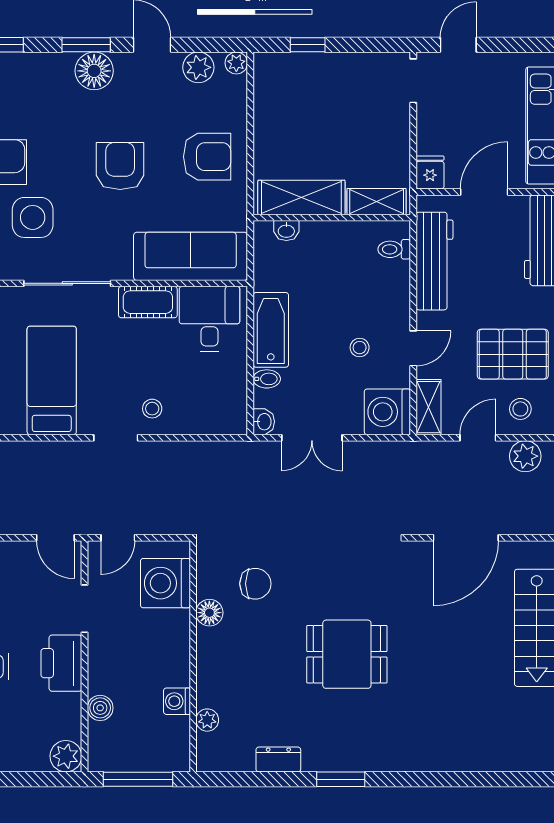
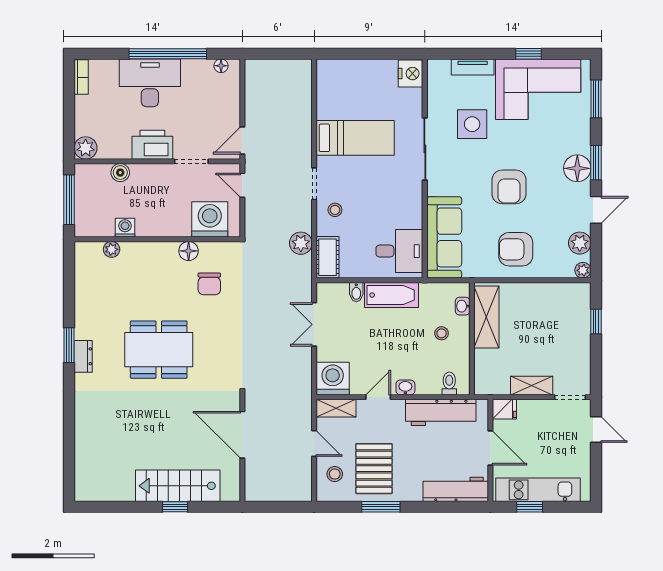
armchair: (207, 157) -> (516, 249), turned 90
armchair: (120, 166) -> (509, 187), turned 90
shelving: (377, 202) -> (532, 386), moved, turned 90
cot: (148, 302) -> (328, 257), moved
stool: (360, 348) -> (442, 333), moved
door: (413, 348) -> (378, 397), swing flipped
washbasin: (264, 422) -> (405, 387), moved, turned 180
plant: (525, 456) -> (301, 243), moved
dining table: (347, 654) -> (159, 350), width x1.38
dresser: (278, 759) -> (83, 356), moved

